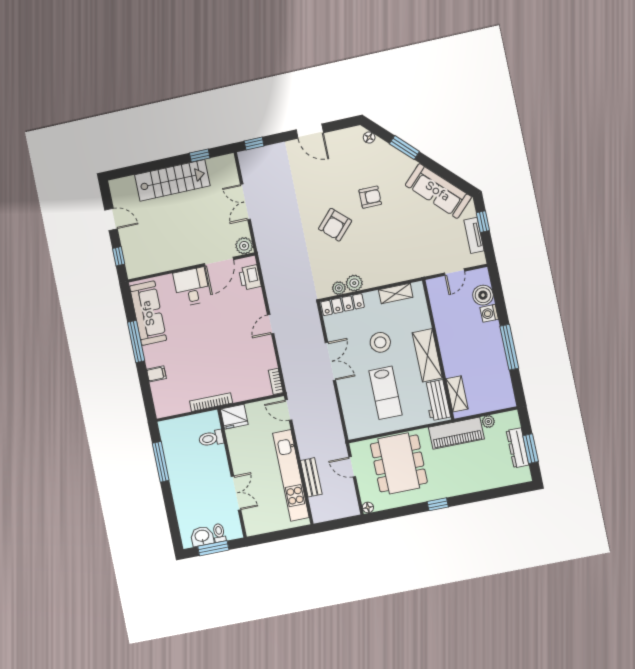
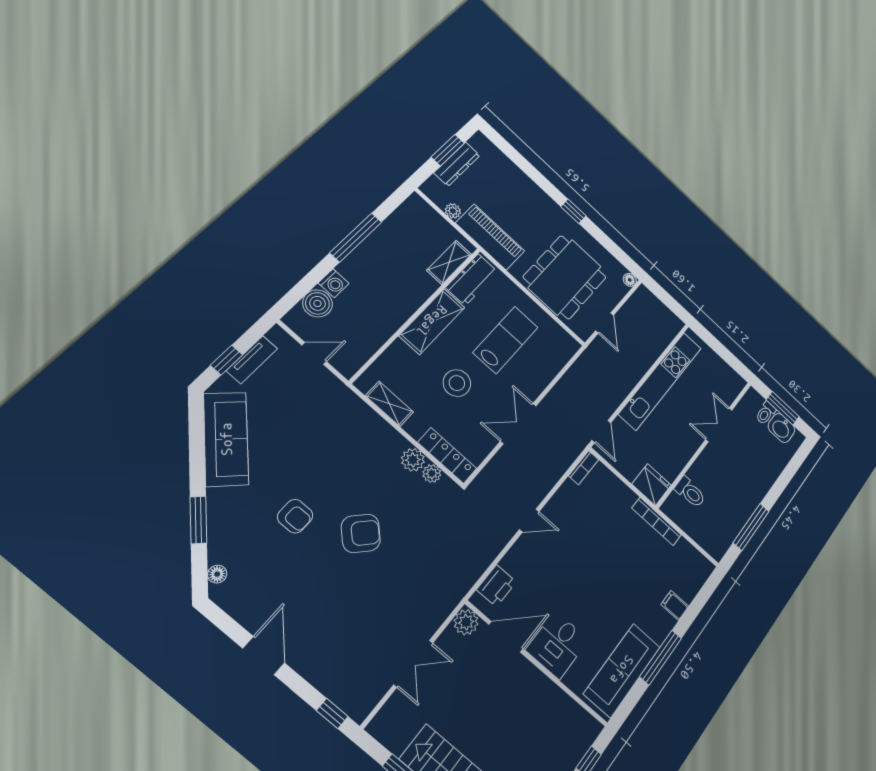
armchair: (370, 197) -> (295, 516), turned 180
bench: (311, 477) -> (646, 358), removed

